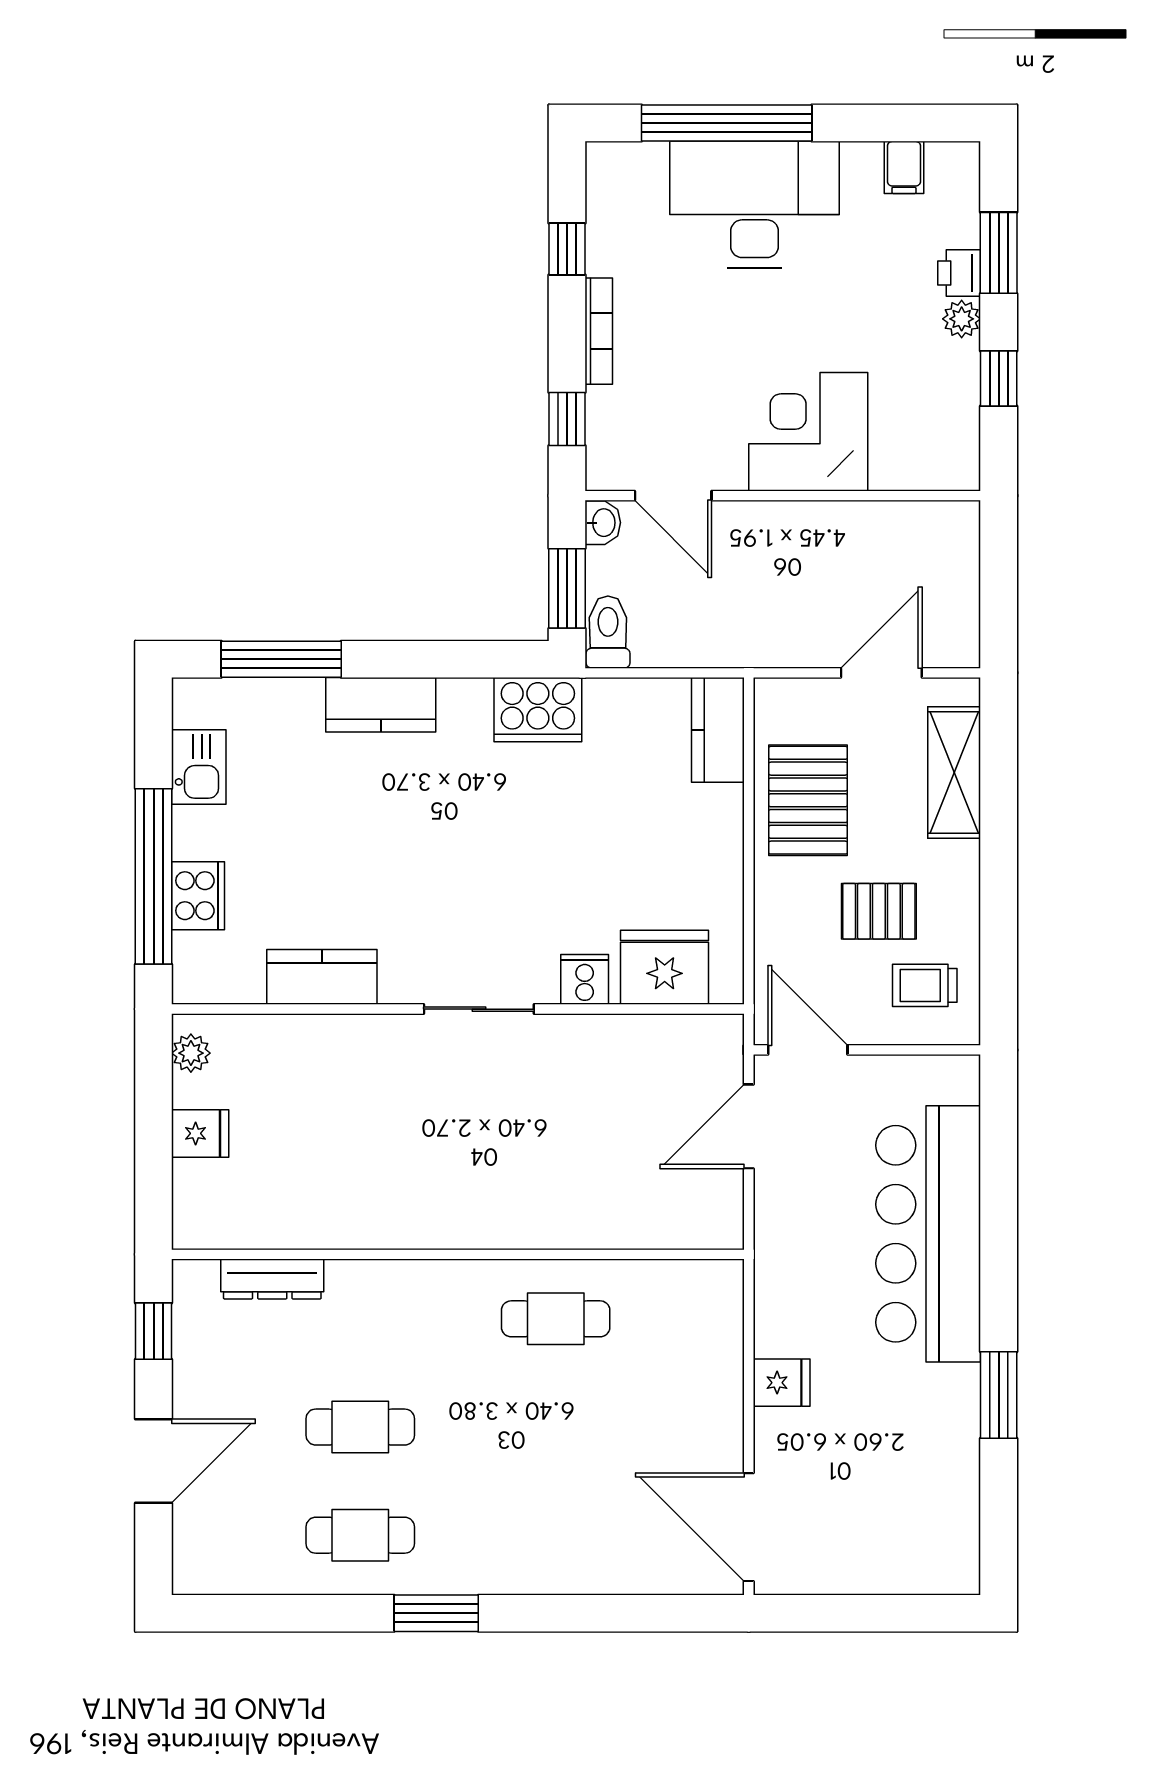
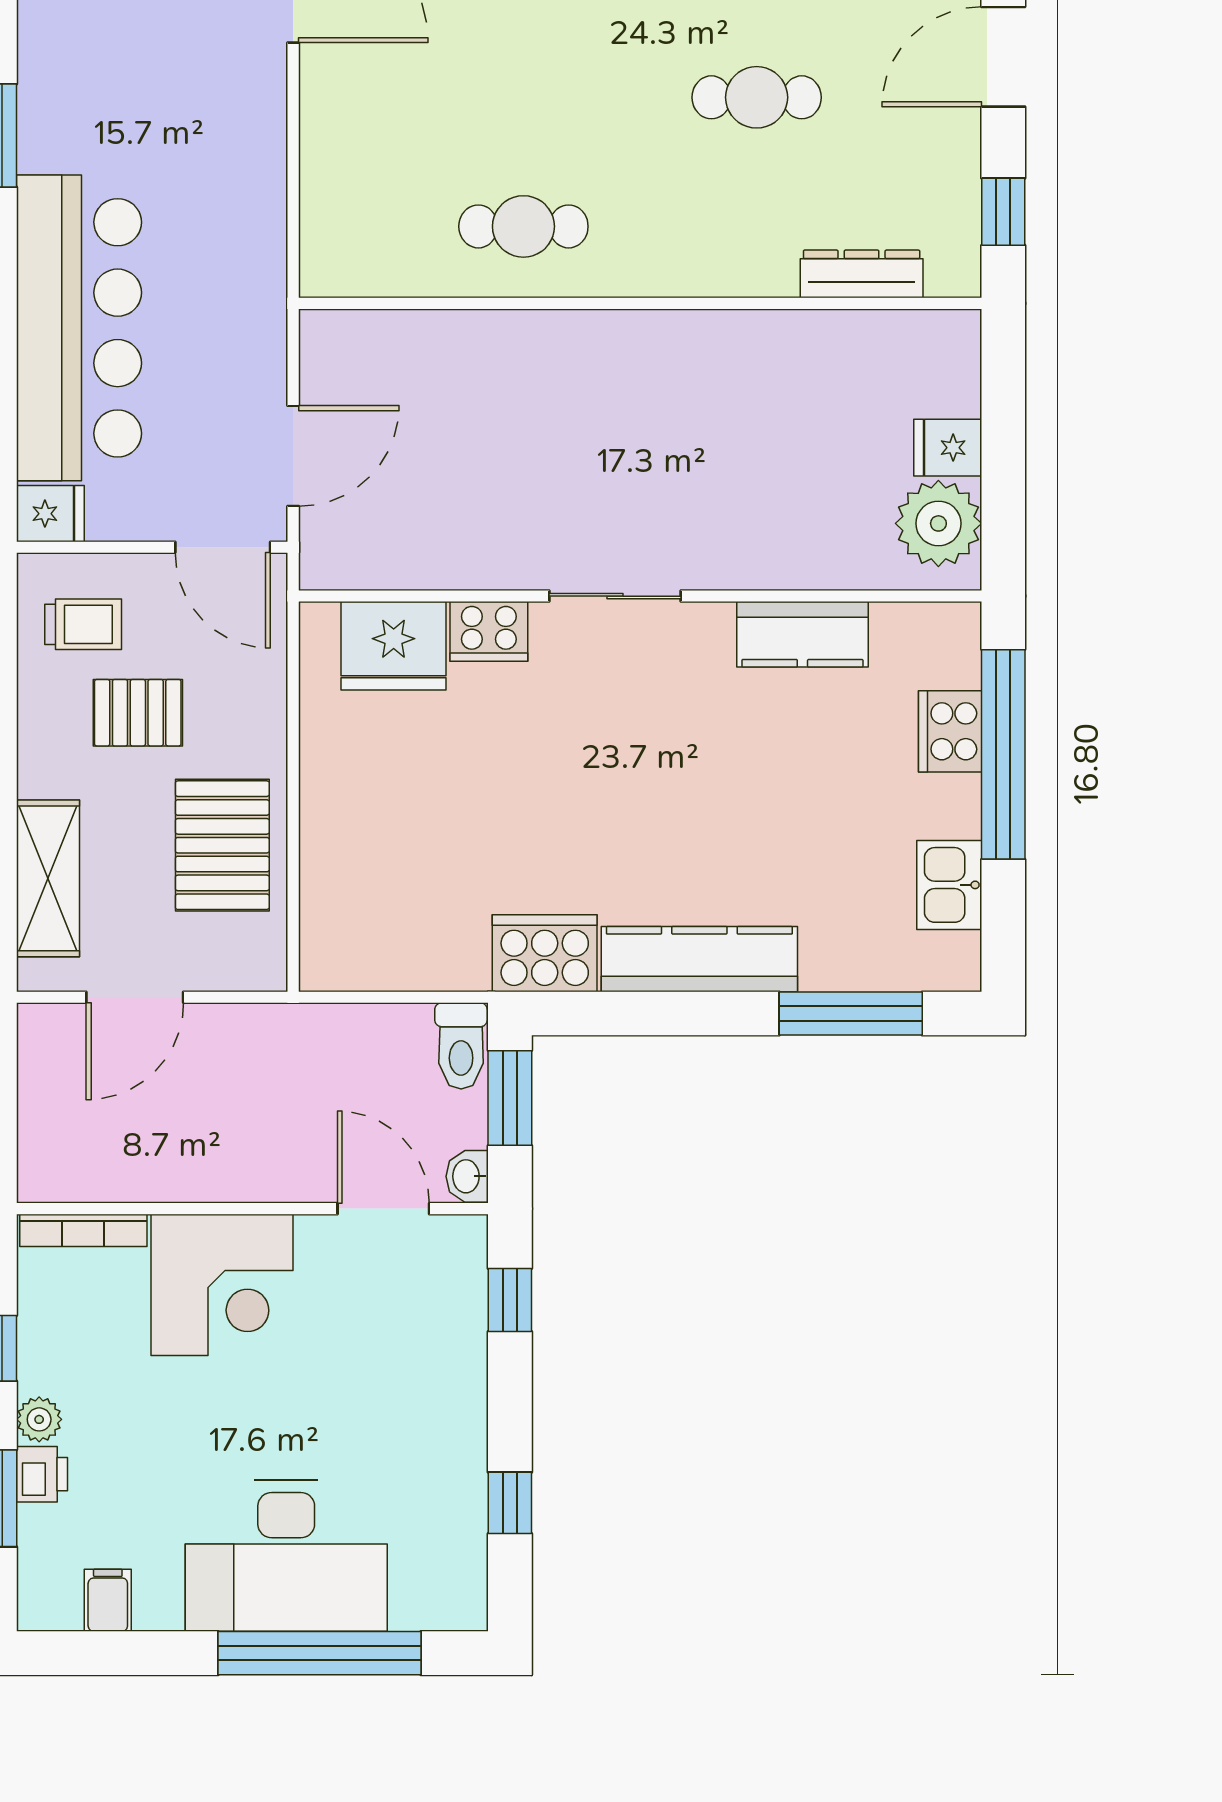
bookcase: (599, 331) -> (83, 1230), moved, turned -90
kitchen counter: (381, 705) -> (699, 959), width x1.50
kitchen counter: (718, 730) -> (330, 929), removed
cooker: (585, 979) -> (489, 631), width x1.36
plant: (191, 1053) -> (938, 523), width x1.88, depth x1.88
fridge: (782, 1383) -> (50, 514), moved, turned 180

